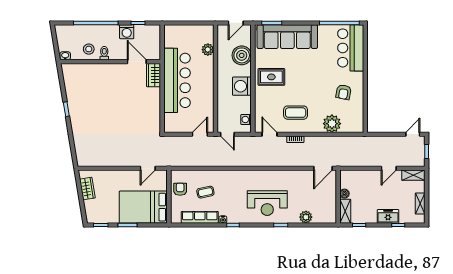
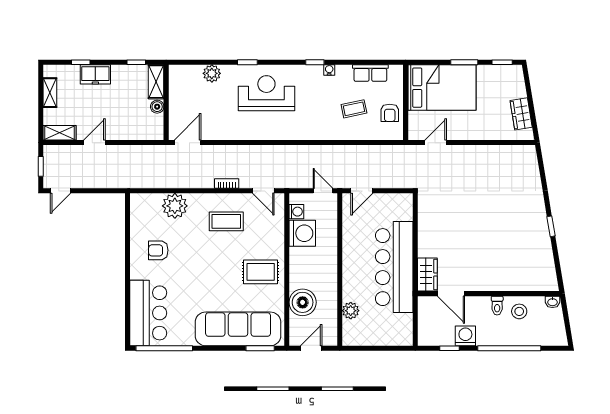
washing machine: (242, 86) -> (302, 233), moved
armchair: (344, 92) -> (158, 250), turned -101
row of seats: (200, 217) -> (370, 73), width x0.68

